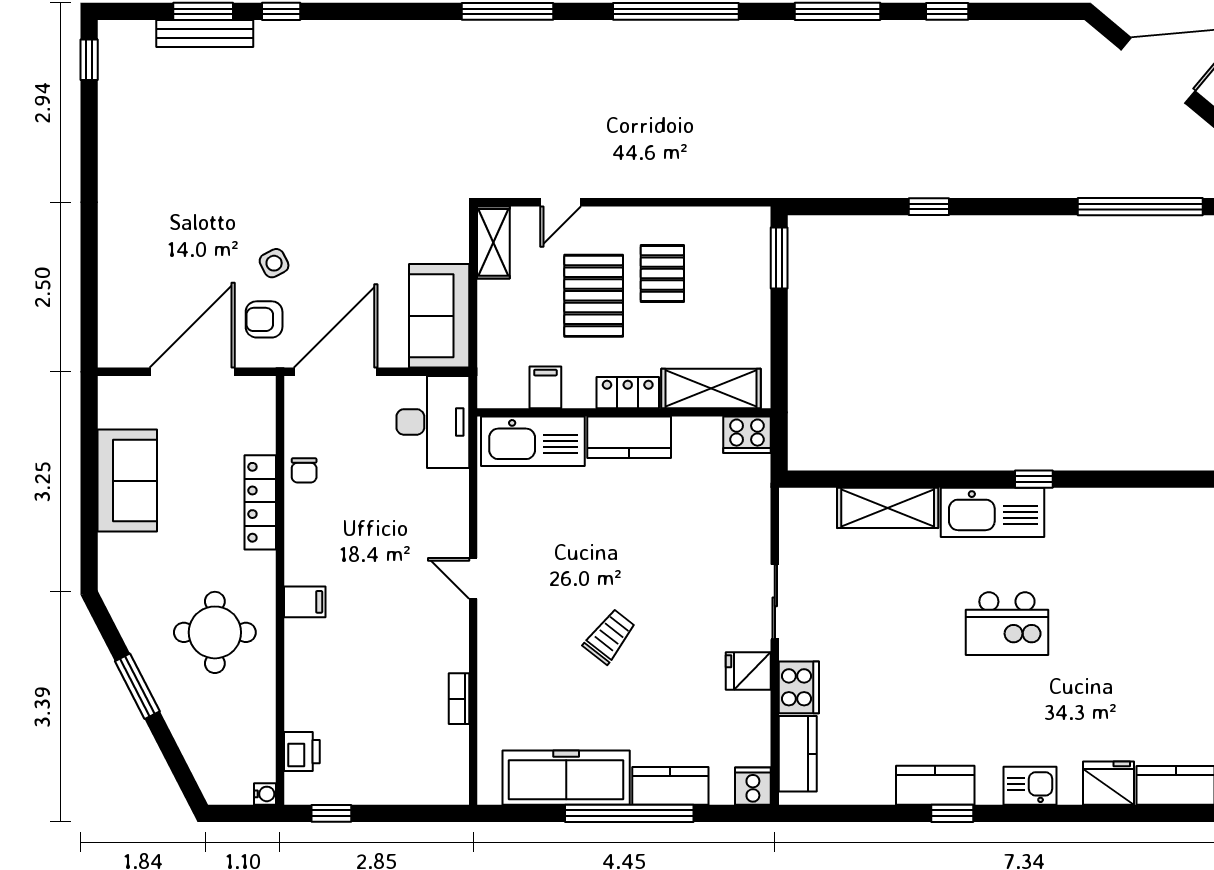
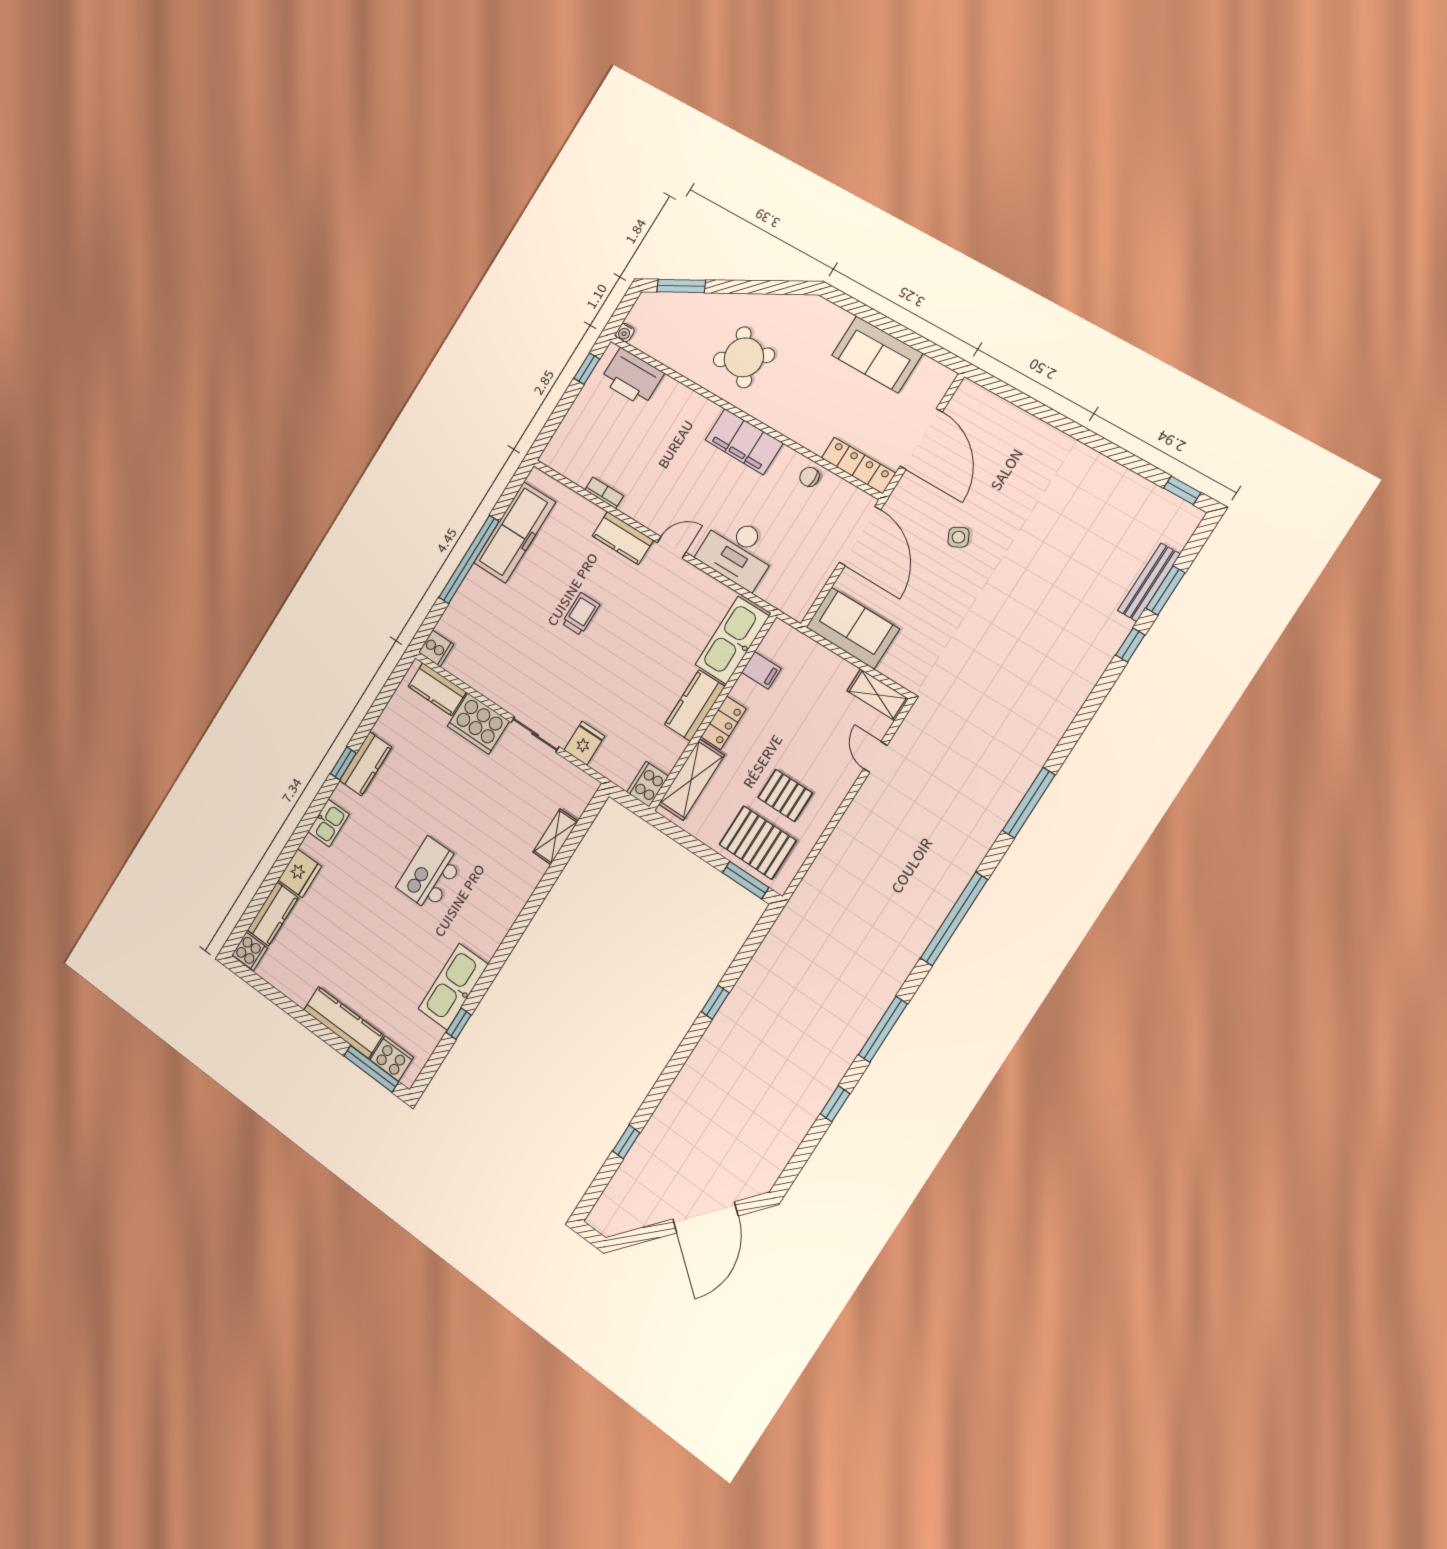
window: (1140, 207) -> (626, 1142), width x0.32
pallet: (594, 296) -> (758, 843), moved
armchair: (264, 319) -> (925, 508), removed
desk: (433, 422) -> (738, 551), moved
window: (1034, 479) -> (459, 1024), moved
locker: (260, 502) -> (858, 466), moved
shelving: (888, 508) -> (556, 837), width x0.67, depth x0.75
kitchen sink: (993, 512) -> (453, 987), moved
filing cabinet: (305, 602) -> (744, 442), width x3.00, depth x1.17
round table: (215, 632) -> (744, 357), turned -34
trolley: (609, 636) -> (581, 614), turned -128
fridge: (748, 671) -> (584, 743), moved
window: (137, 686) -> (681, 286), moved
cooker: (799, 687) -> (478, 724), width x1.37, depth x1.31
printer: (302, 752) -> (632, 377), width x1.87, depth x1.48
kitchen counter: (670, 786) -> (623, 538), moved, turned 90

